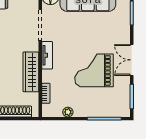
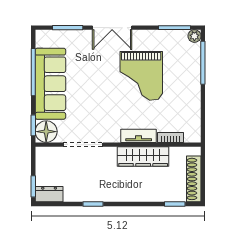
tv unit: (47, 55) -> (139, 136), moved
double door: (132, 60) -> (112, 28), moved
plant: (68, 112) -> (194, 36), moved

